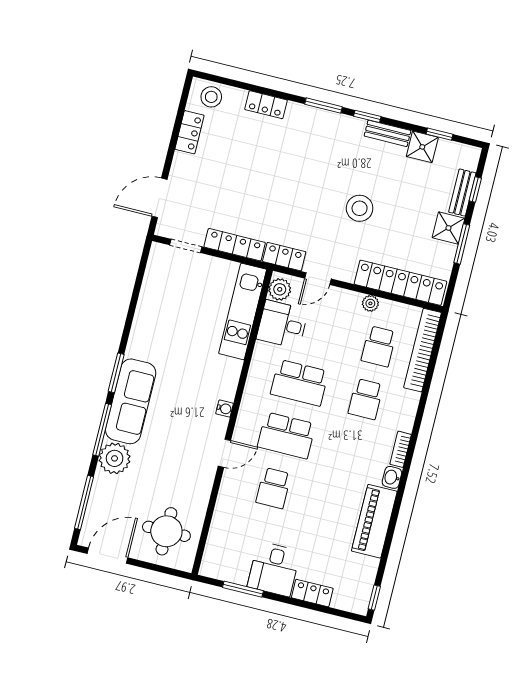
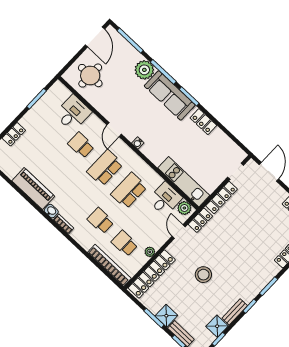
locker: (141, 332) -> (203, 122), added
desk: (274, 569) -> (73, 113), moved, turned 90

